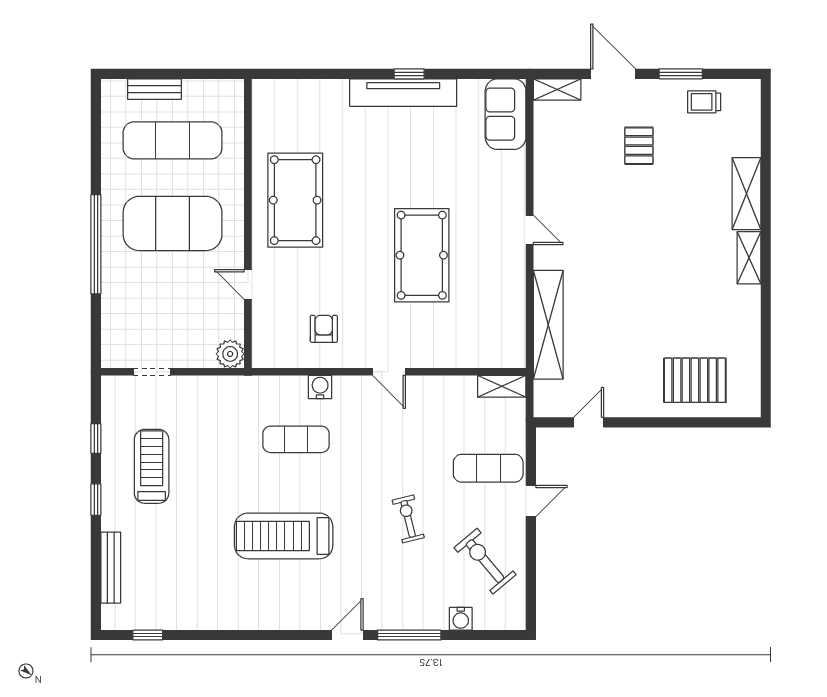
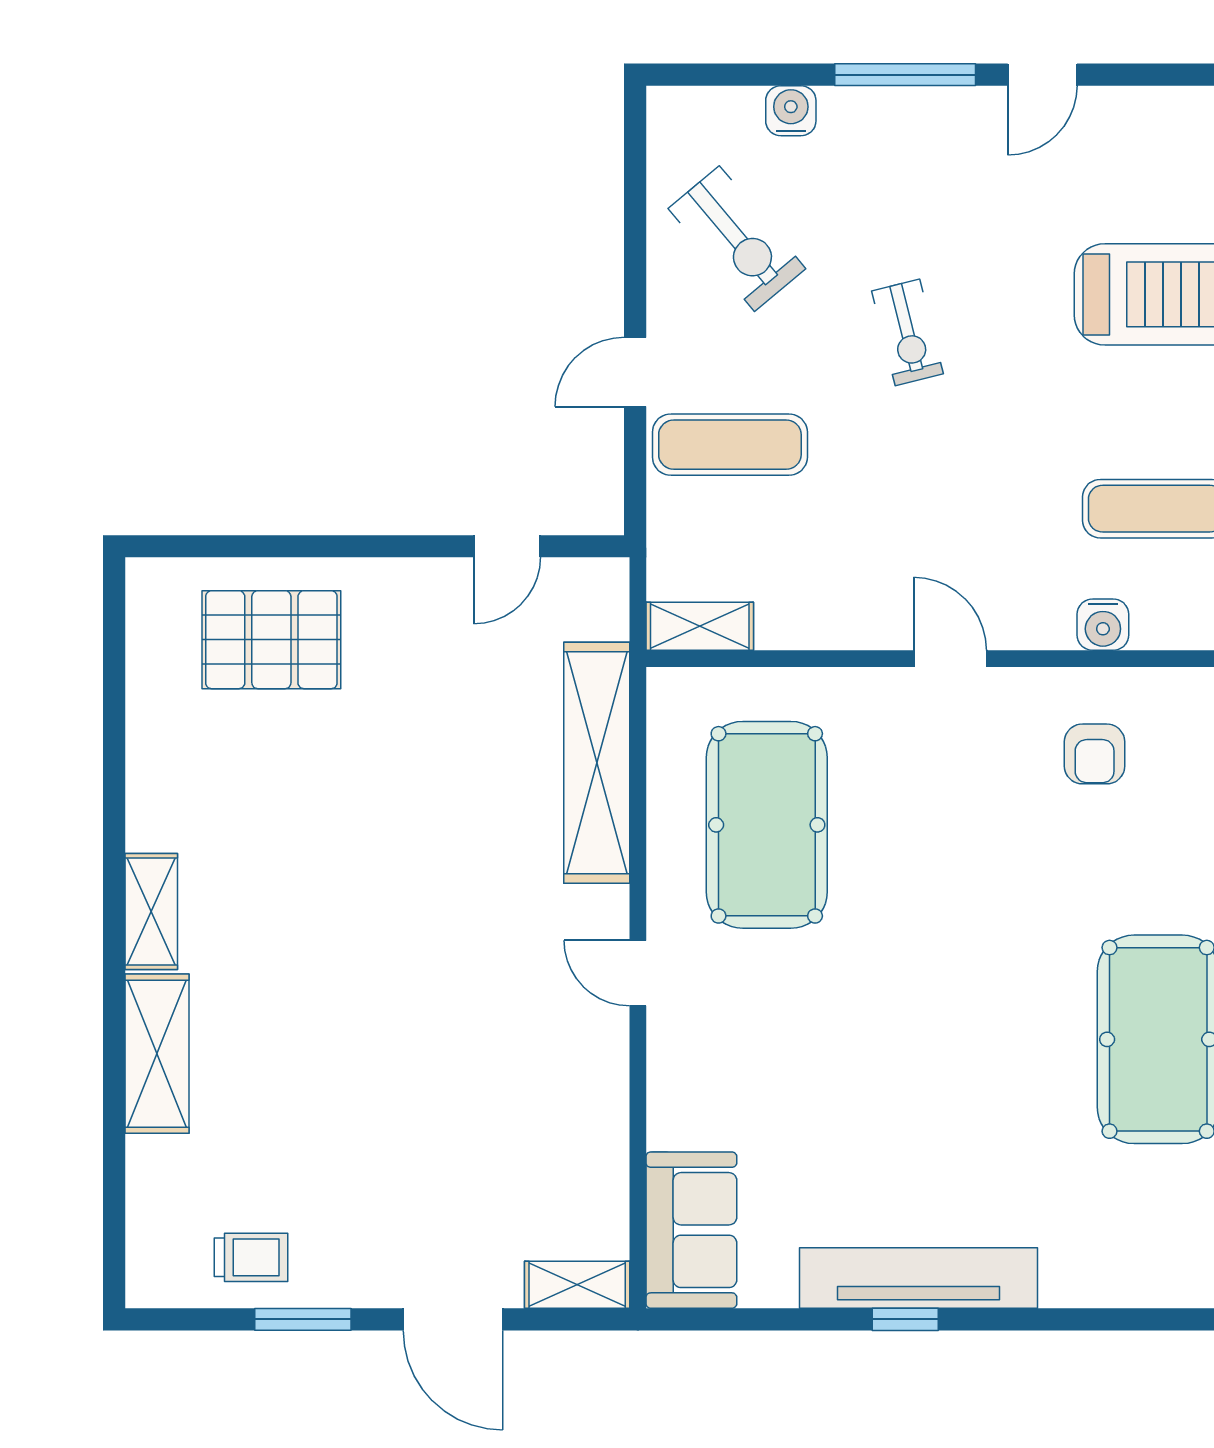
pallet: (639, 146) -> (396, 1160), removed
pool table: (422, 255) -> (767, 825), moved

